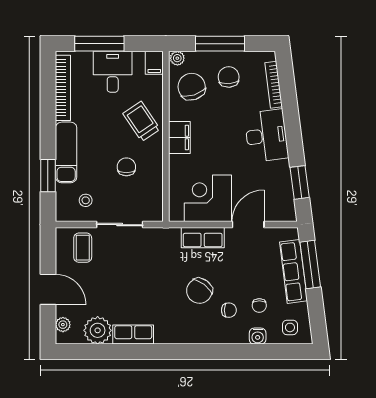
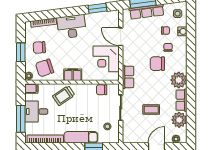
window: (220, 44) -> (21, 52), width x0.69
chair: (126, 167) -> (102, 90), moved
row of seats: (203, 238) -> (128, 77), moved
coffee table: (83, 248) -> (151, 110), moved
chair: (199, 291) -> (157, 64), turned 143
plant: (170, 329) -> (179, 80), added

